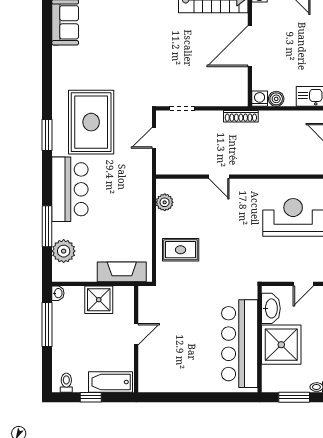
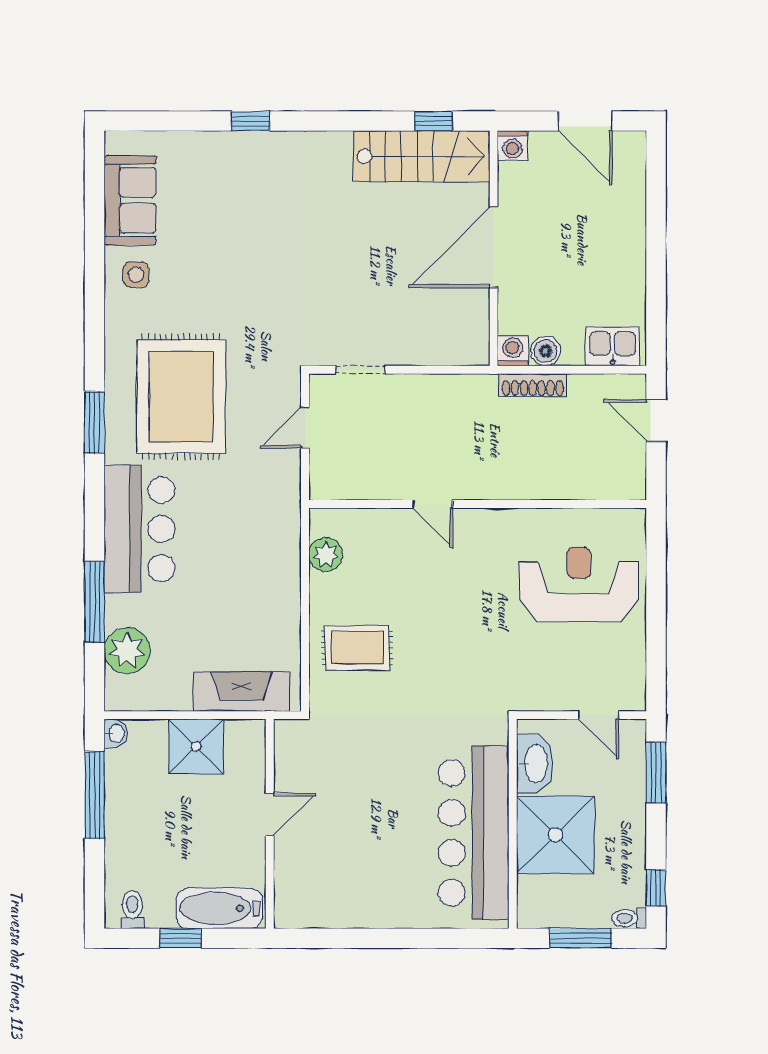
side table: (68, 60) -> (136, 275), added
shoe rack: (241, 116) -> (533, 385), moved
door: (303, 284) -> (599, 715), hinge flipped

